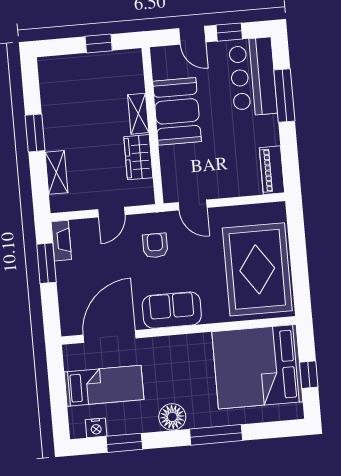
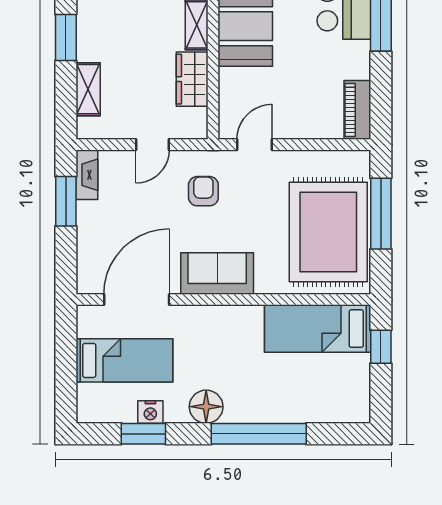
door: (193, 205) -> (255, 145), swing flipped
window: (298, 251) -> (381, 214), added
bed: (257, 367) -> (318, 329), width x0.49
window: (309, 375) -> (381, 347), moved
nightstand: (96, 428) -> (150, 412), moved
window: (216, 435) -> (259, 434), width x1.46

